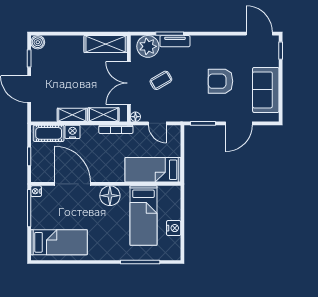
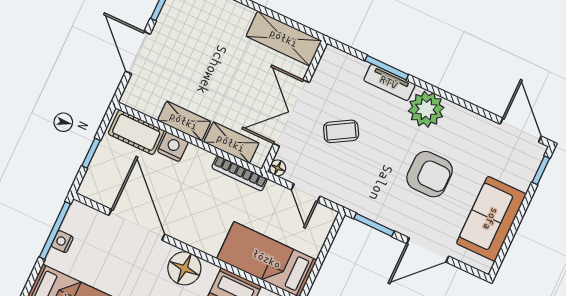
plant: (148, 46) -> (426, 109), moved
armchair: (220, 81) -> (430, 174), turned 180
nightstand: (36, 191) -> (62, 242), moved

